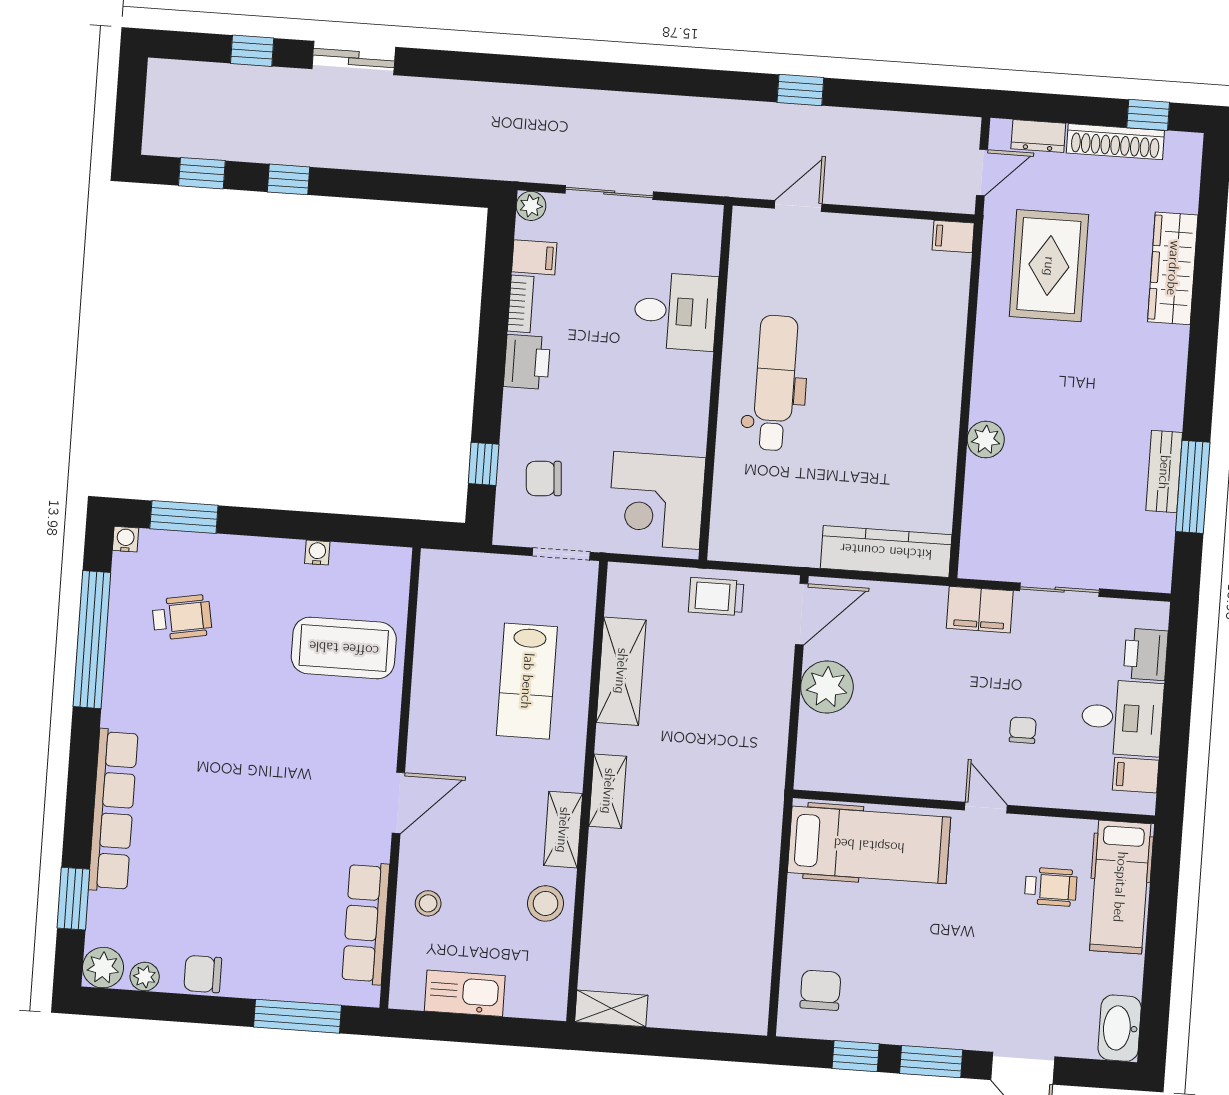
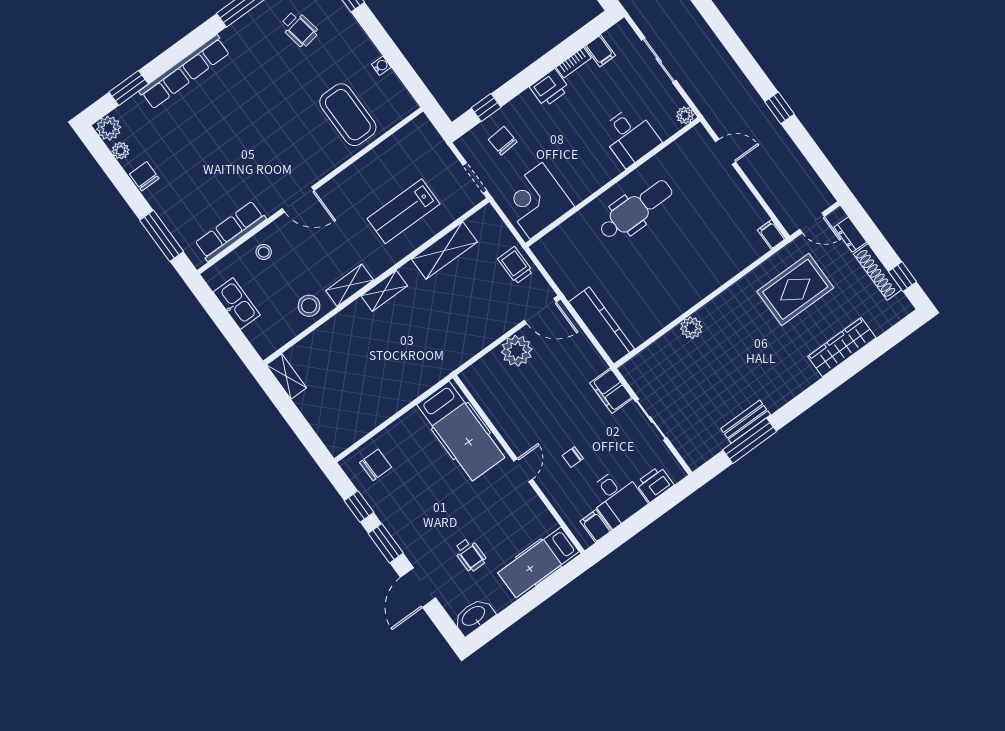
plant: (531, 206) -> (685, 115), moved
chair: (1023, 730) -> (573, 457), turned 180
wheelchair: (1051, 887) -> (470, 555), moved

